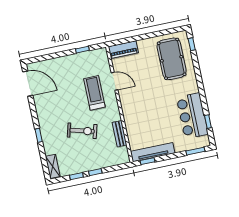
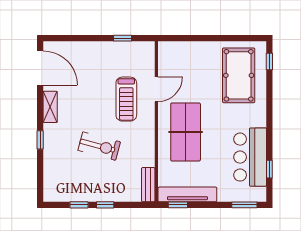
piano: (123, 50) -> (177, 50), removed
door: (114, 81) -> (156, 89), hinge flipped
treadmill: (94, 93) -> (126, 99), turned 180
table tennis table: (142, 108) -> (186, 132), added
bench: (119, 134) -> (148, 185), moved
shelving: (53, 166) -> (50, 107), moved

